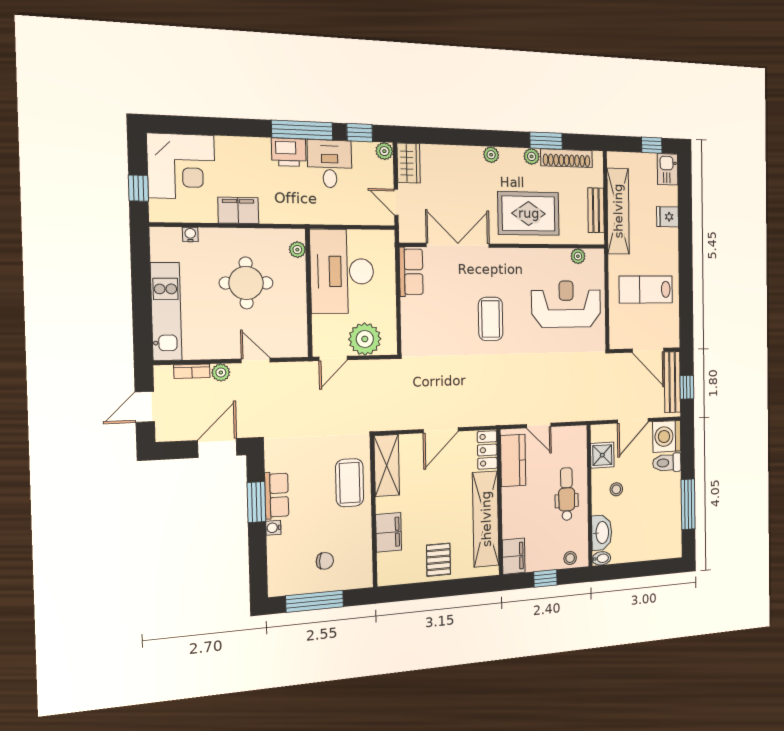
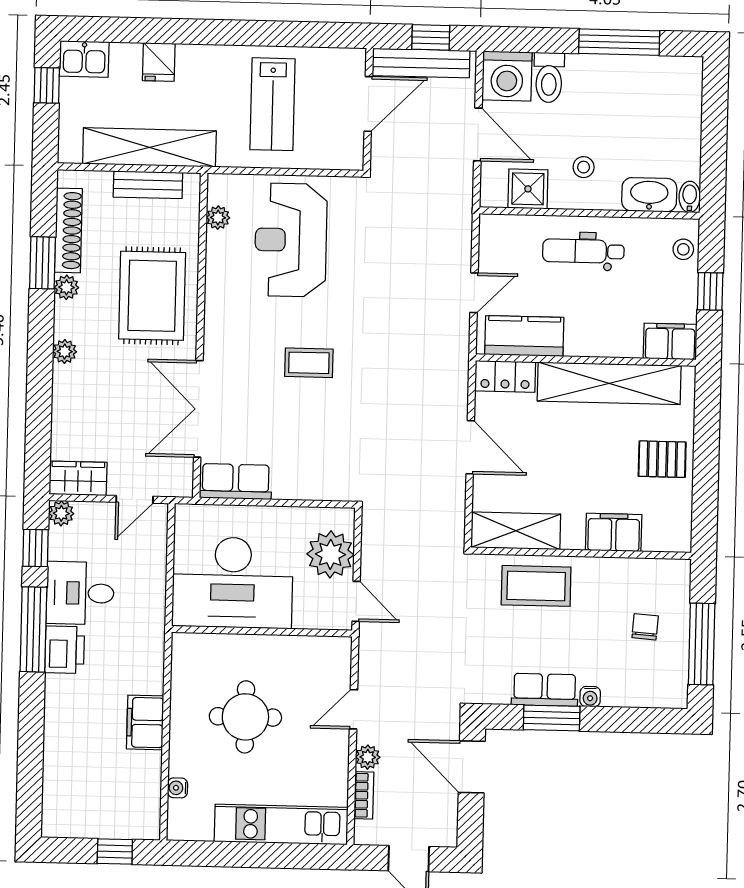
corner desk: (181, 166) -> (85, 795), removed
plant: (297, 250) -> (201, 644), removed
coffee table: (491, 319) -> (309, 363), width x0.73, depth x0.77

